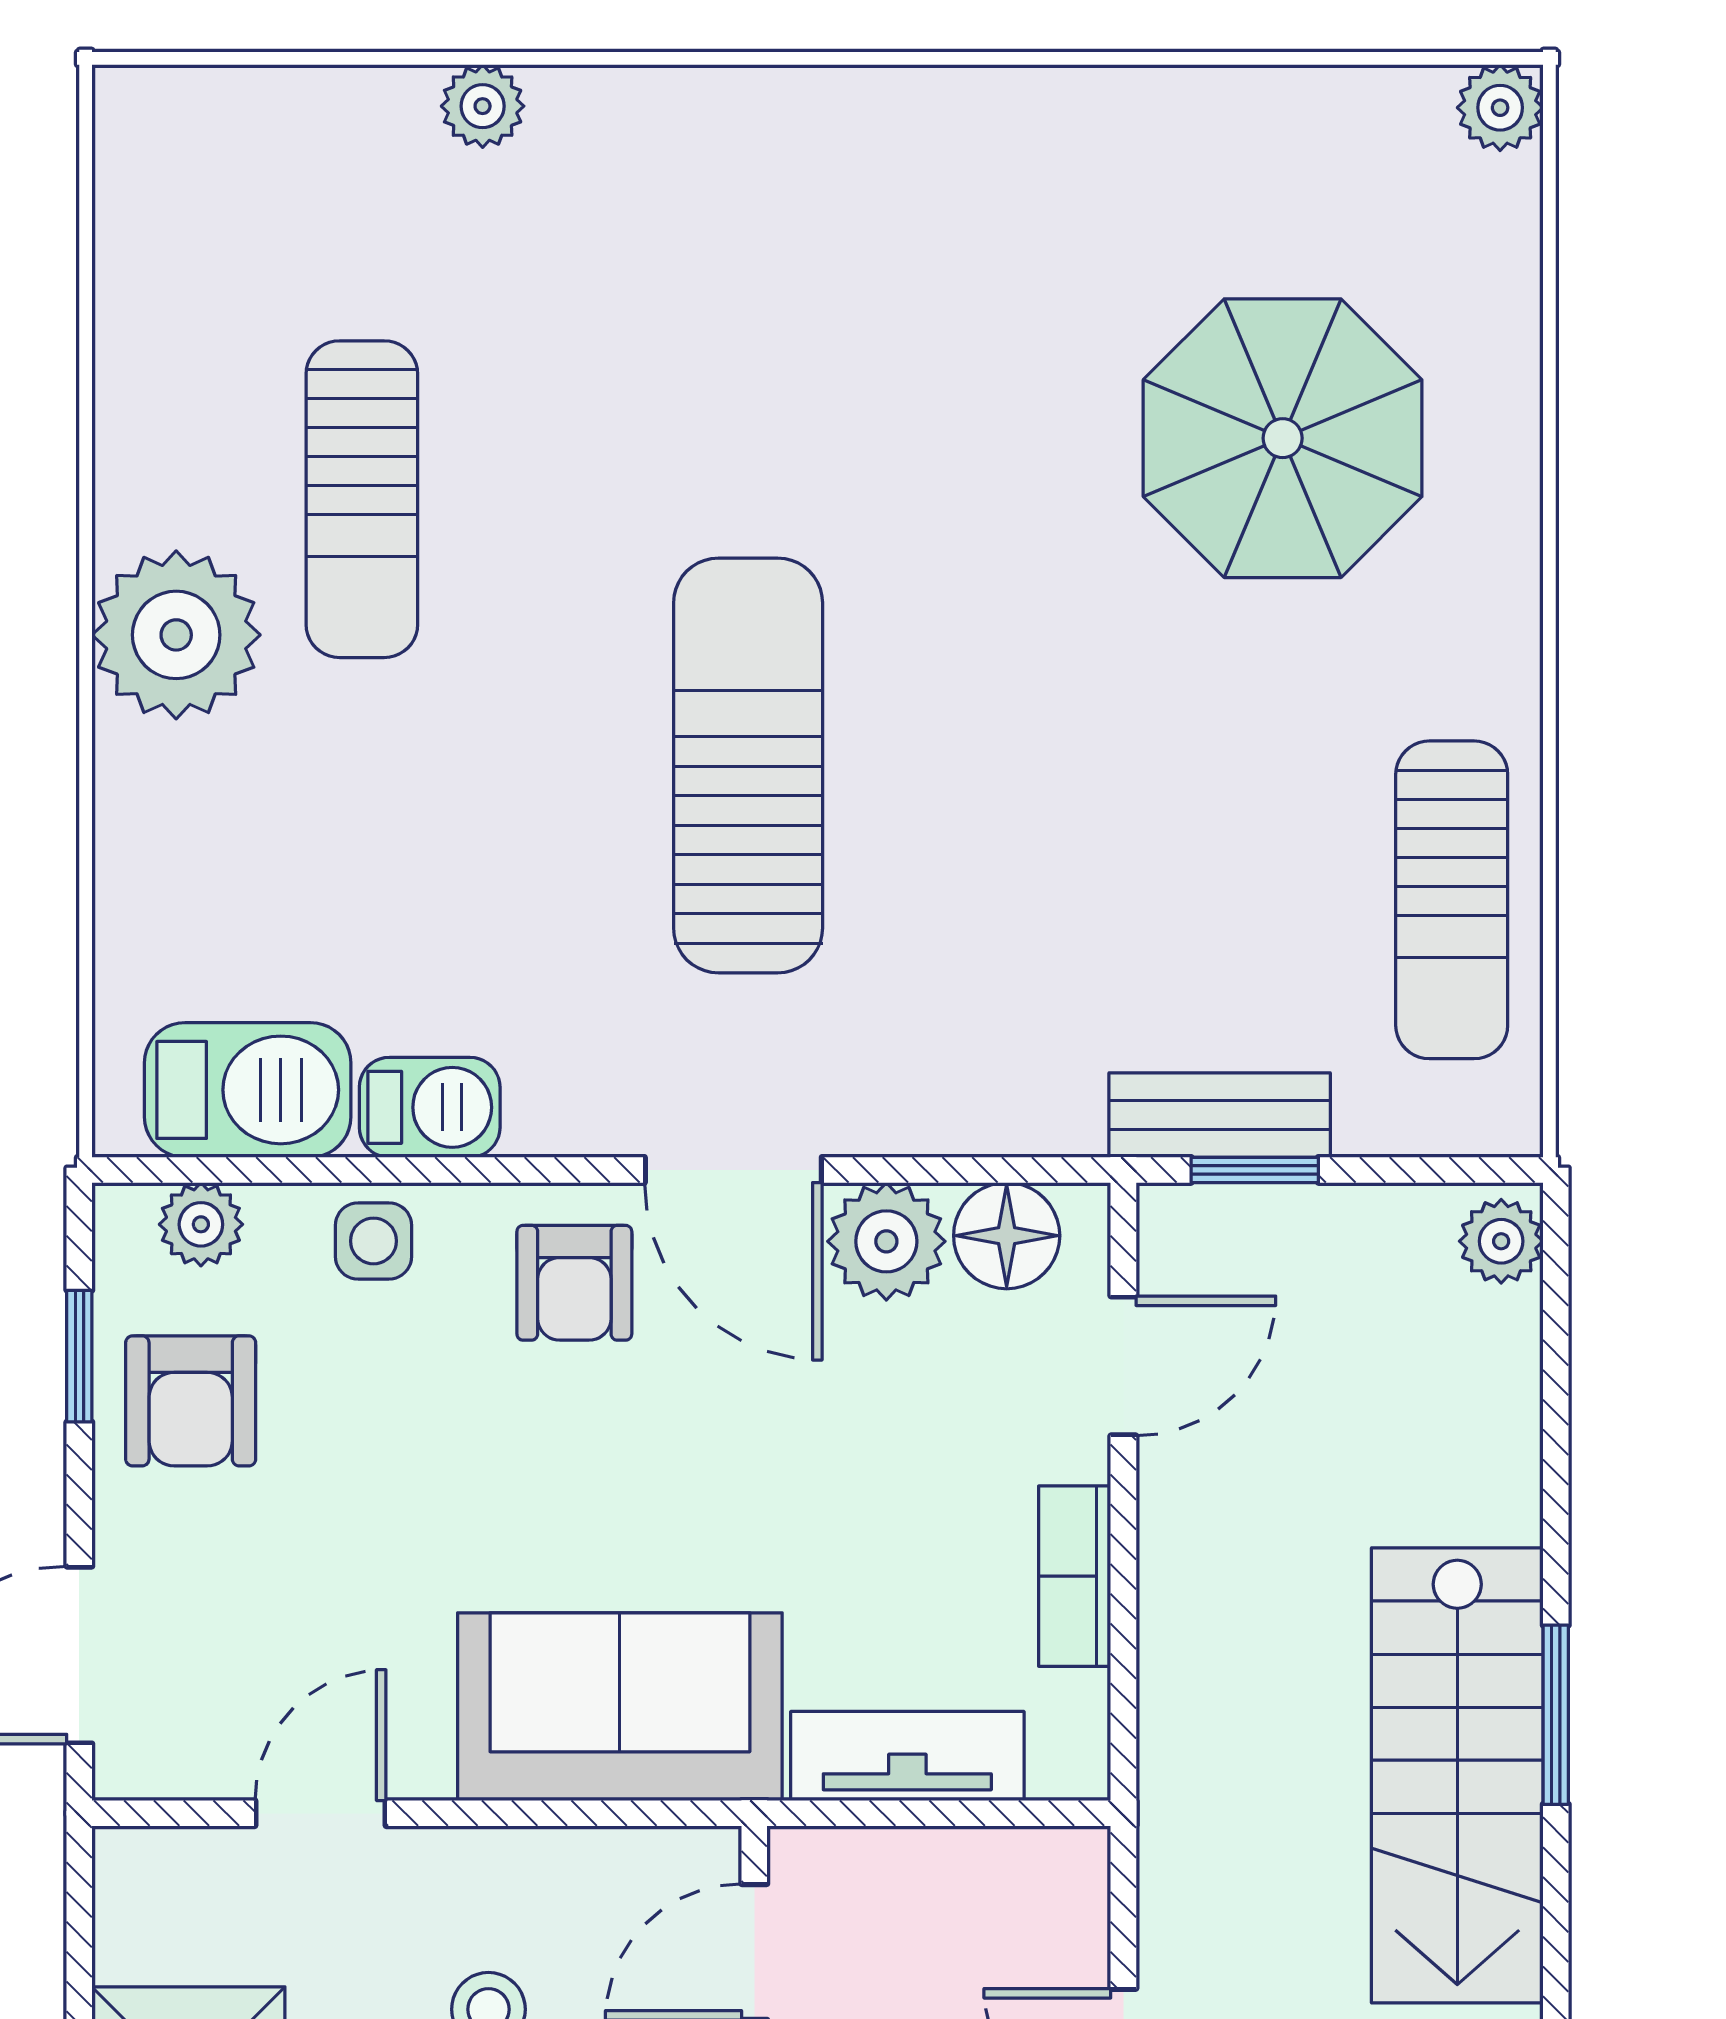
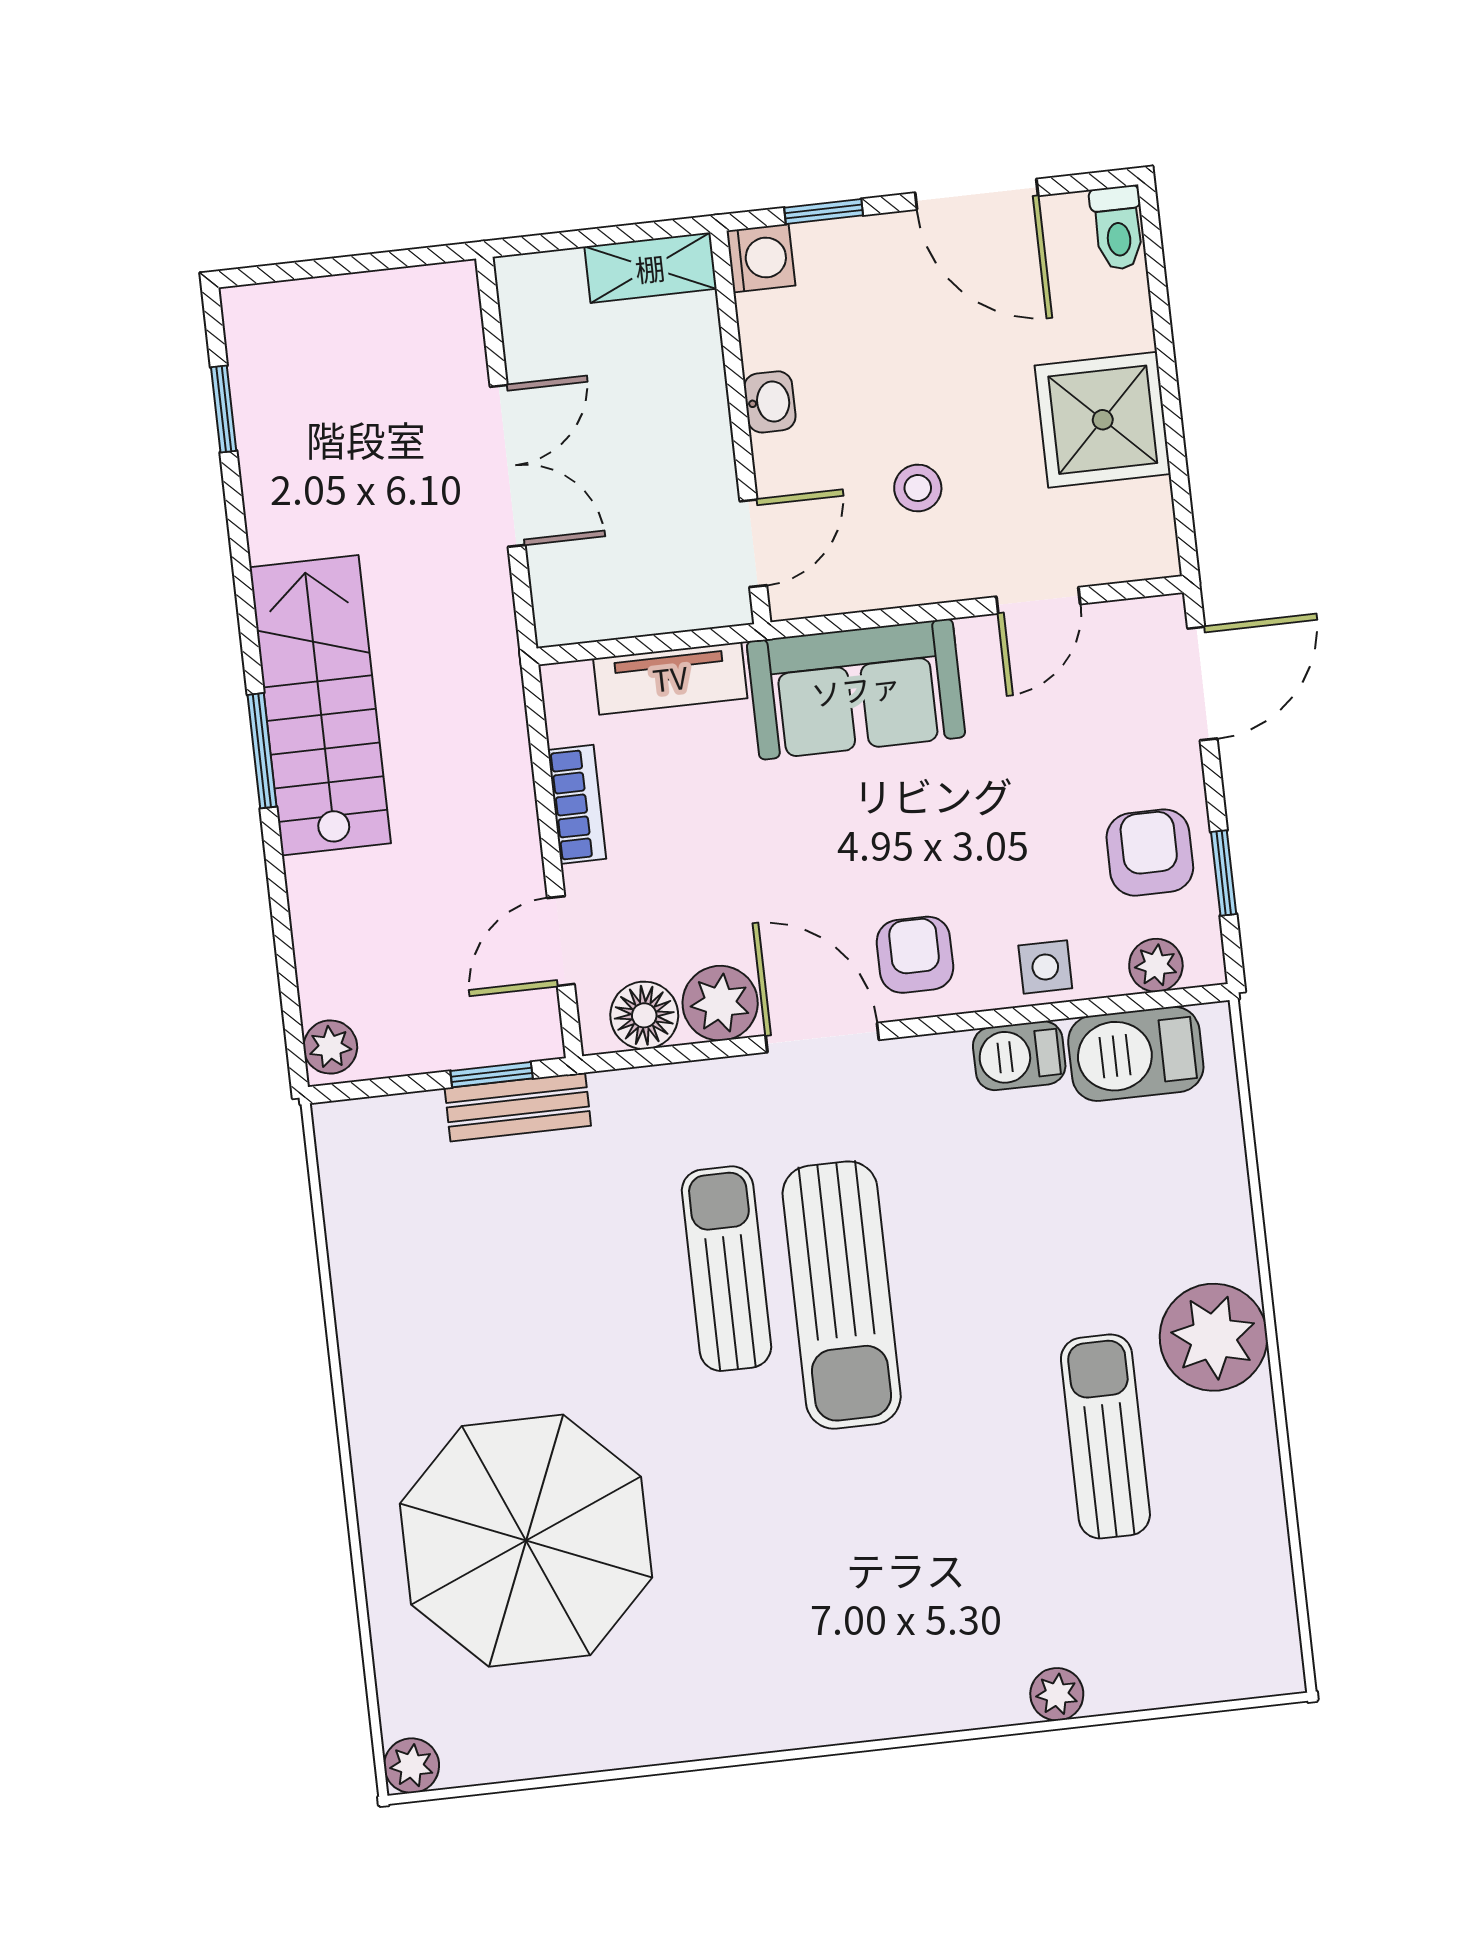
parasol: (1283, 438) -> (526, 1541), width x1.36, depth x1.36
sun lounger: (1452, 900) -> (726, 1269), moved

